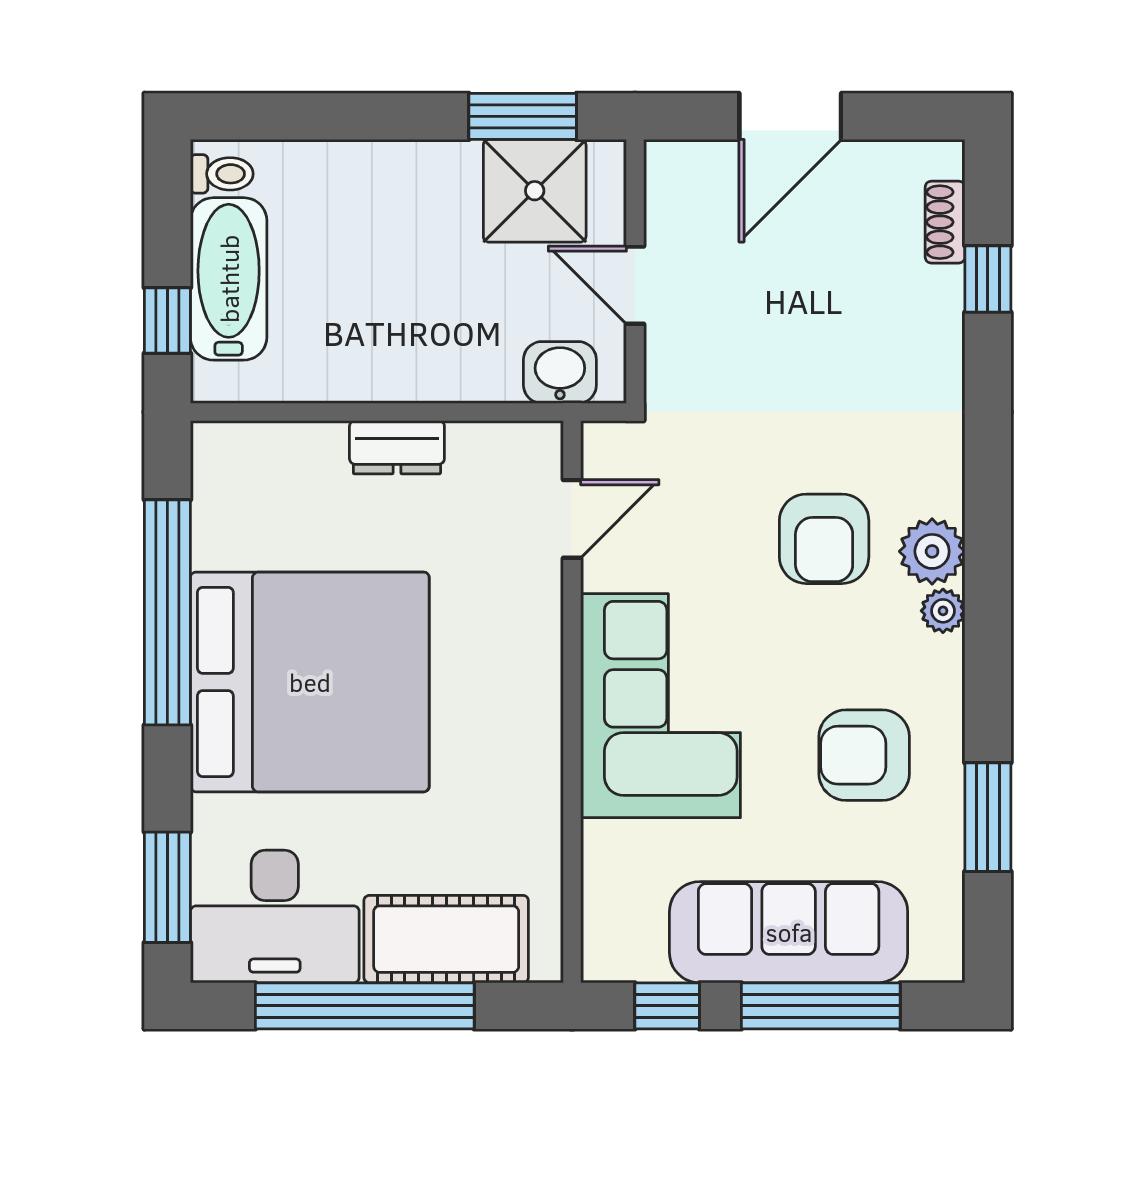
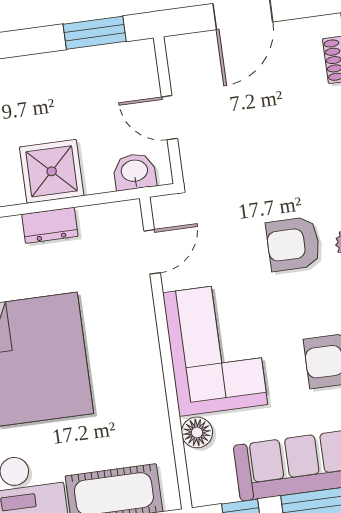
shower: (535, 191) -> (52, 171), moved
armchair: (824, 539) -> (293, 244), turned 90
floor lamp: (608, 850) -> (197, 432), added

